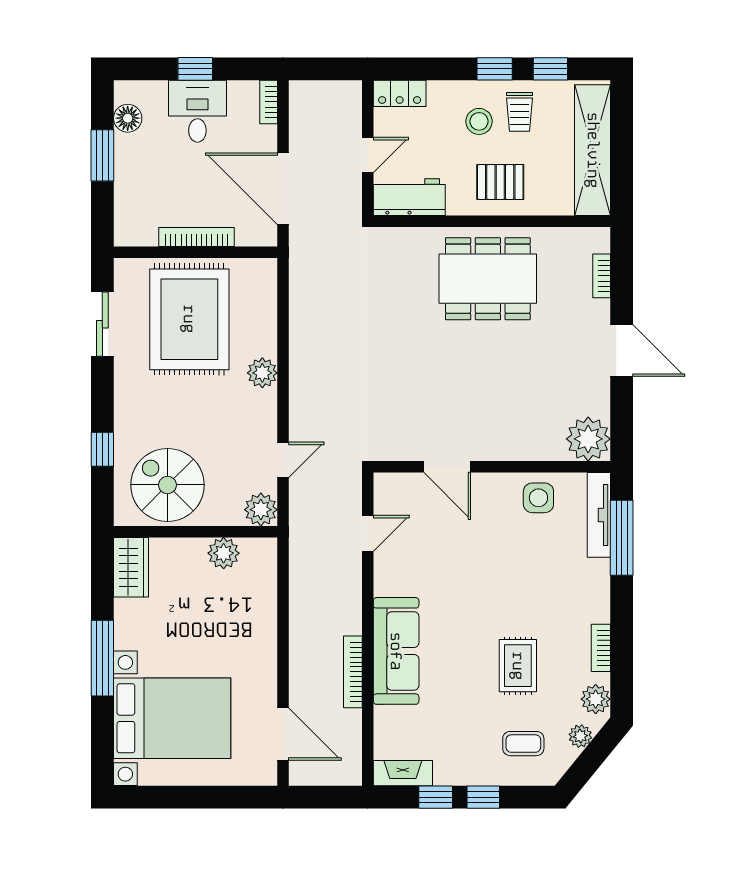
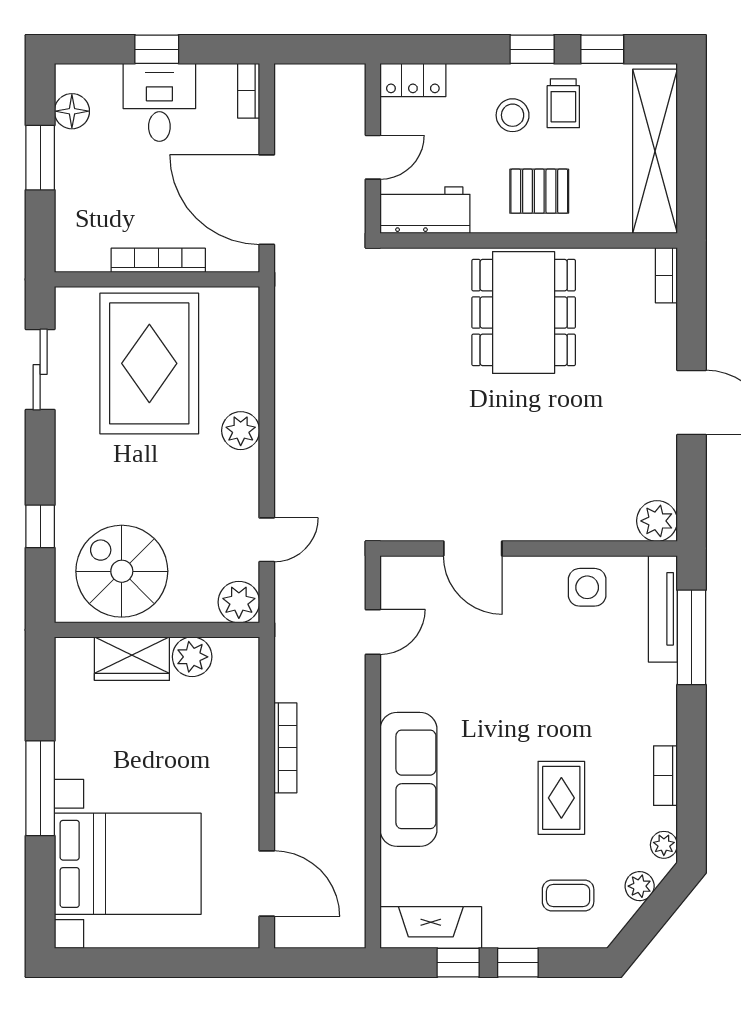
bookcase: (602, 276) -> (666, 275), moved
dining table: (488, 279) -> (524, 313), turned 90
plant: (588, 439) -> (657, 521), width x0.73, depth x0.73
wardrobe: (131, 567) -> (132, 659), moved, turned 90
bookcase: (353, 672) -> (285, 748), moved, turned 180
plant: (596, 699) -> (664, 845), width x0.73, depth x0.73
fireplace: (403, 773) -> (431, 928), width x1.37, depth x1.32

